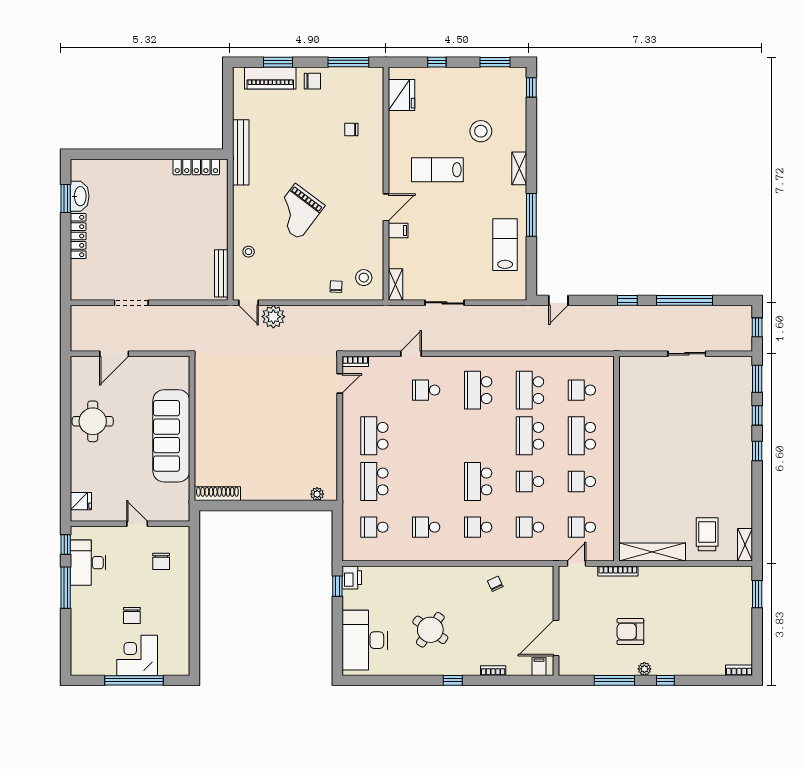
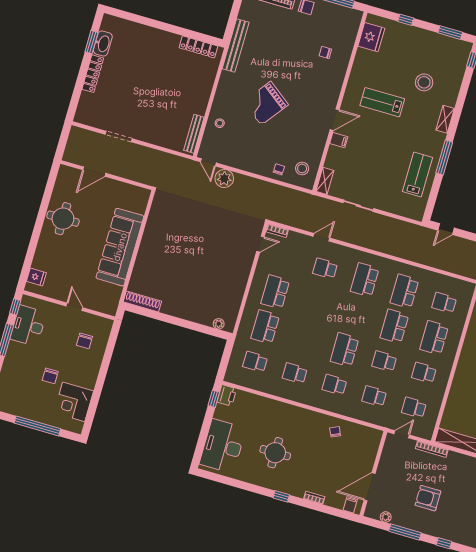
round table: (430, 630) -> (275, 453), turned -35
corner desk: (137, 655) -> (74, 402), moved, turned -90
plant: (644, 669) -> (386, 517), moved

